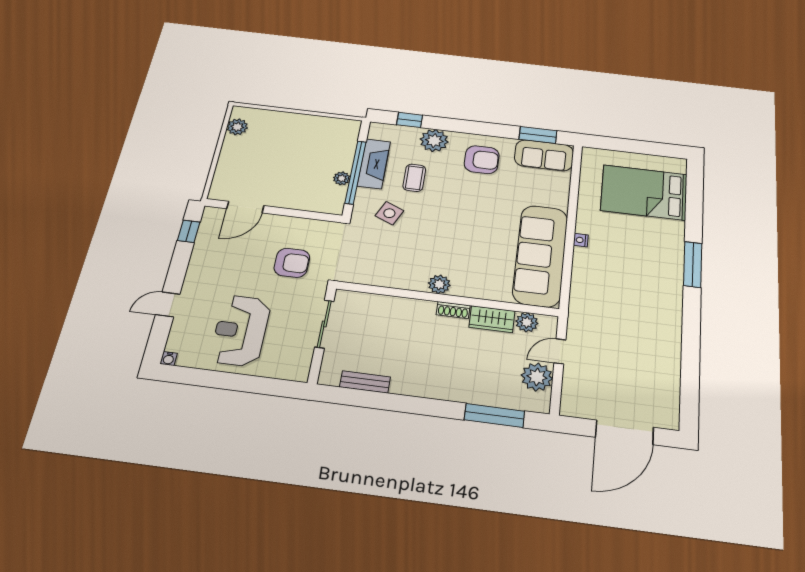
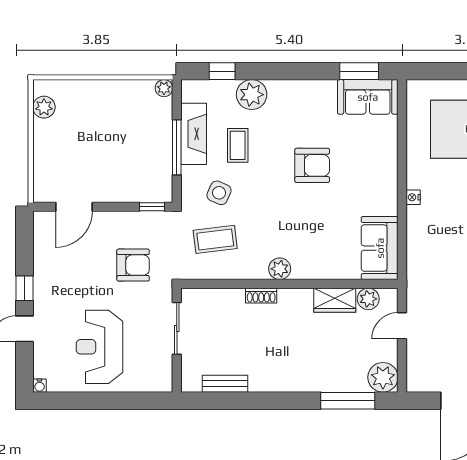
armchair: (482, 160) -> (312, 165), moved
window: (356, 172) -> (177, 147), width x0.68
plant: (342, 178) -> (164, 88), moved
window: (321, 216) -> (152, 207), added
window: (189, 231) -> (25, 288), moved
coffee table: (379, 251) -> (215, 239), added
sofa: (540, 255) -> (380, 248), width x0.54, depth x0.79
shoe rack: (453, 310) -> (261, 296), moved
plant: (537, 377) -> (383, 377), moved

